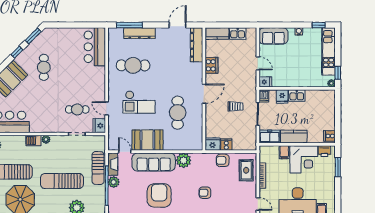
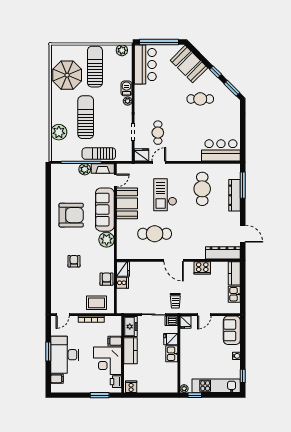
trolley: (235, 106) -> (175, 301), moved

